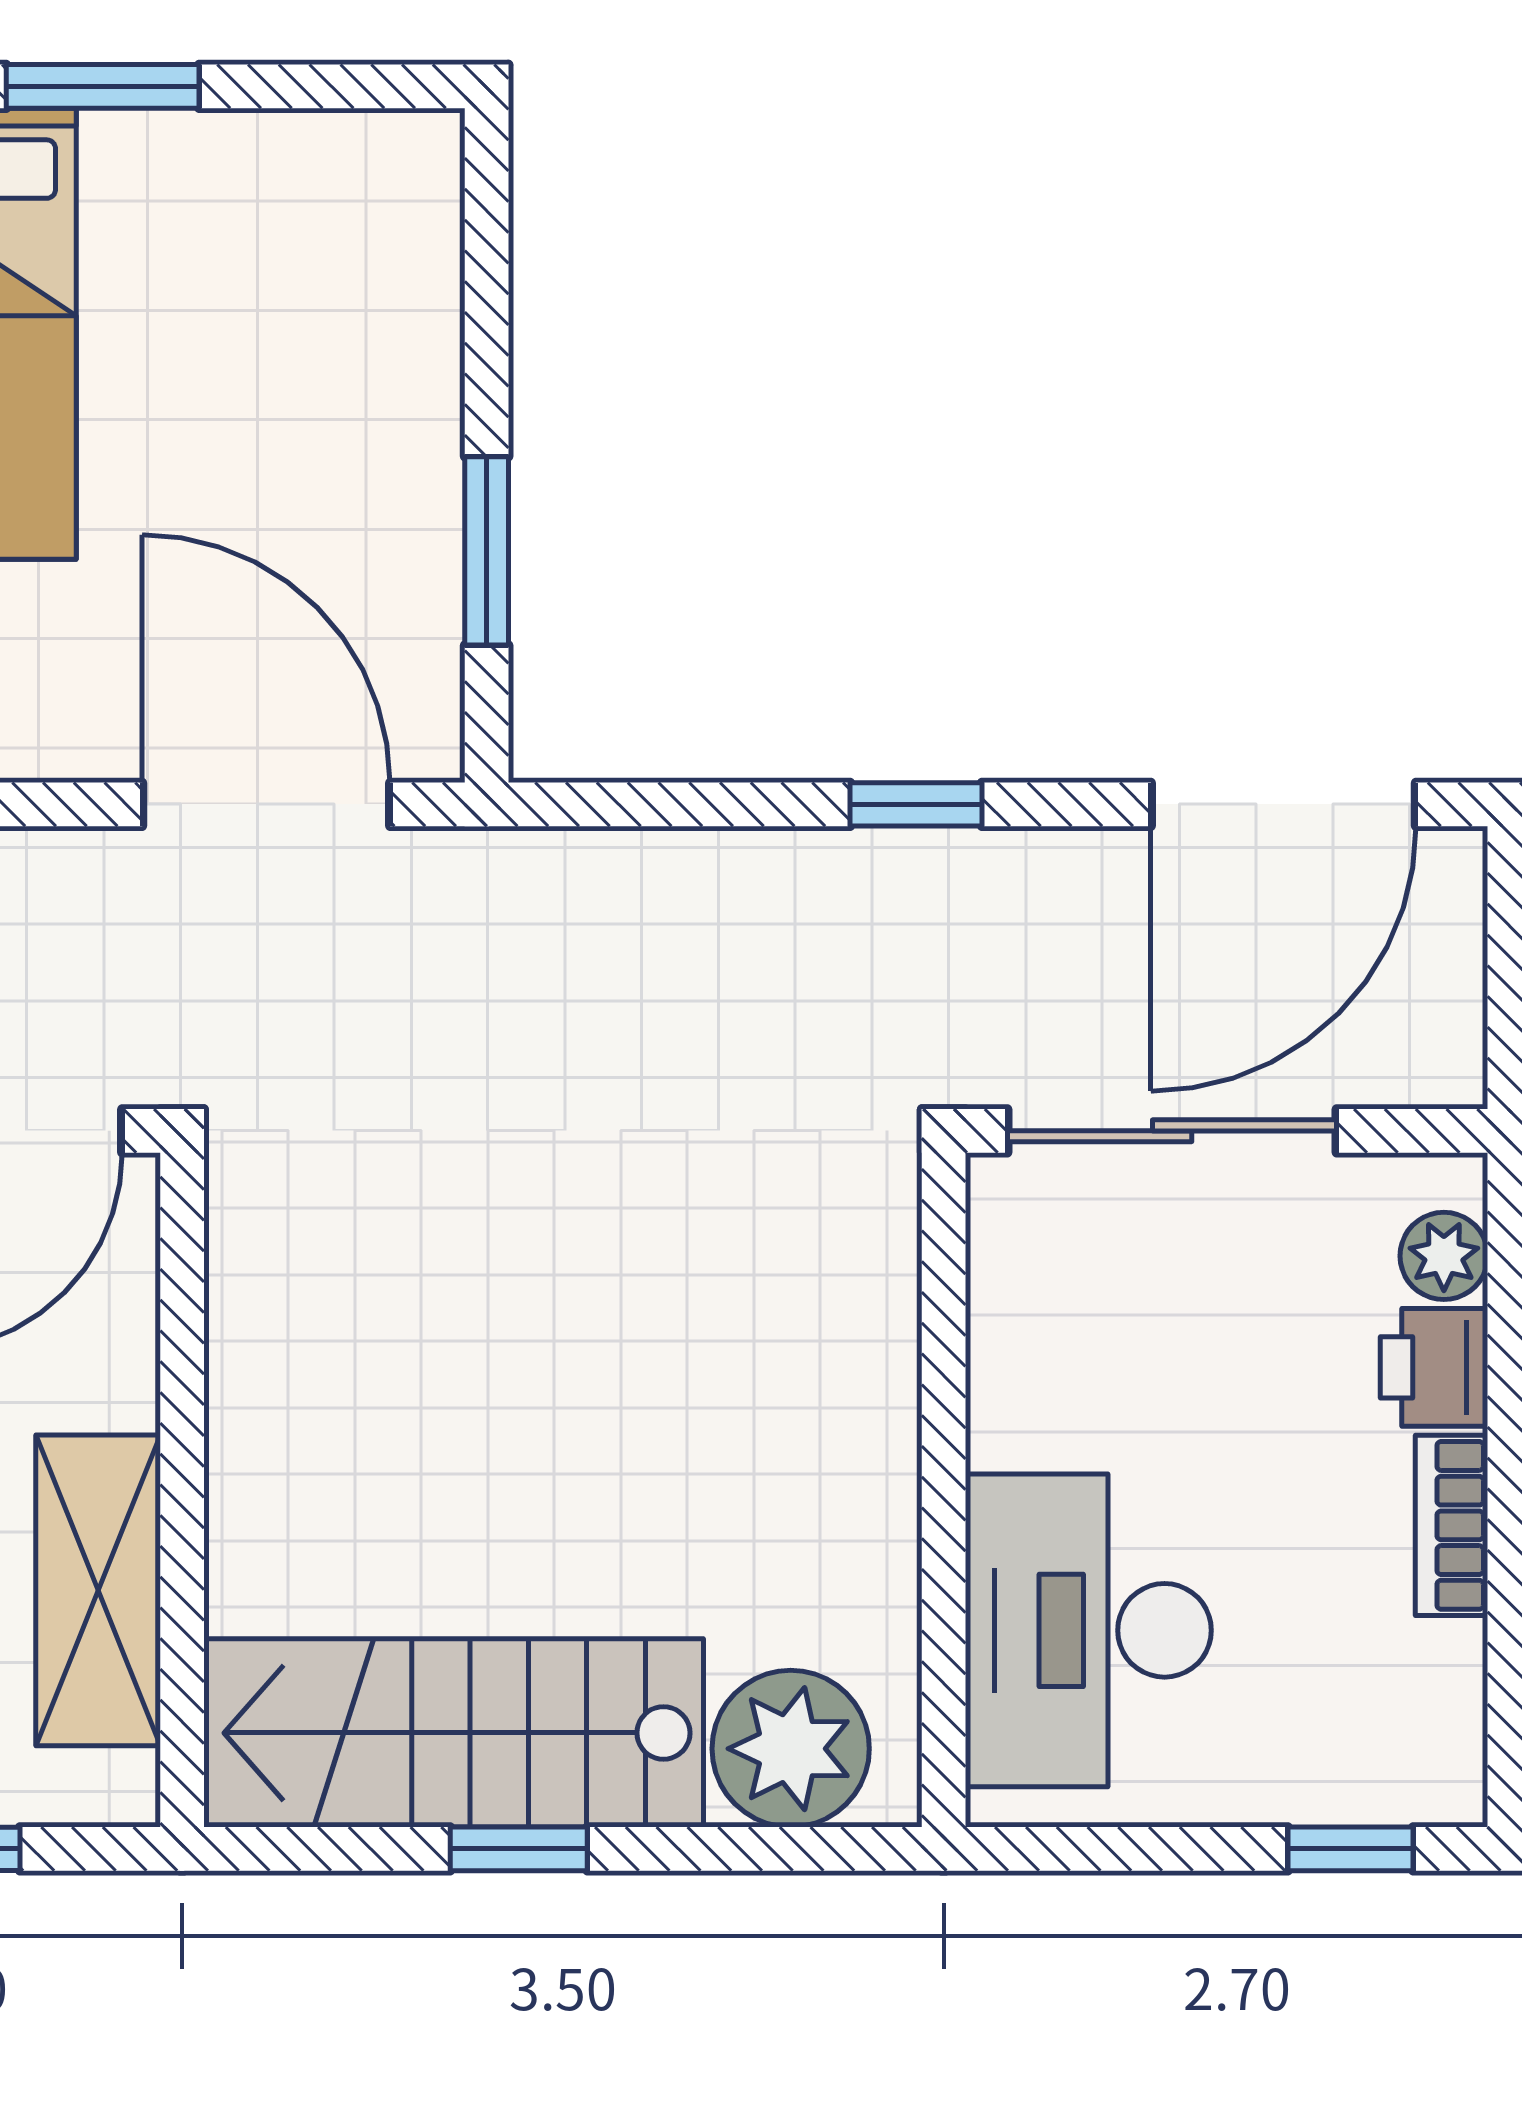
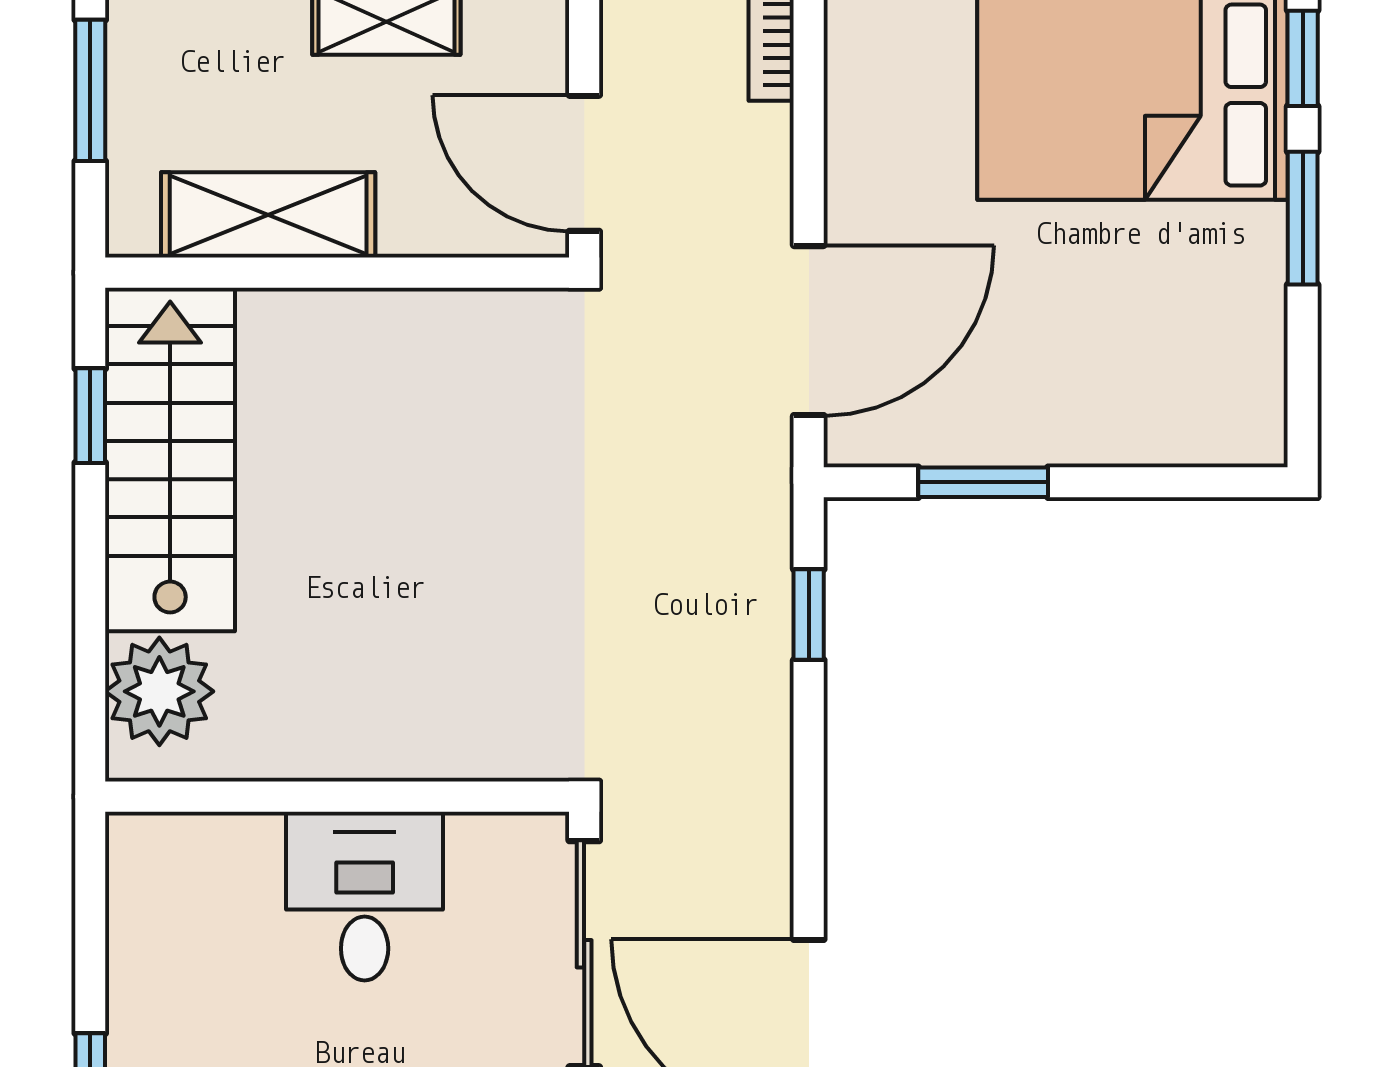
window: (916, 804) -> (809, 615), moved
desk: (1088, 1630) -> (365, 896), moved, width x0.73
window: (519, 1849) -> (90, 416), moved

